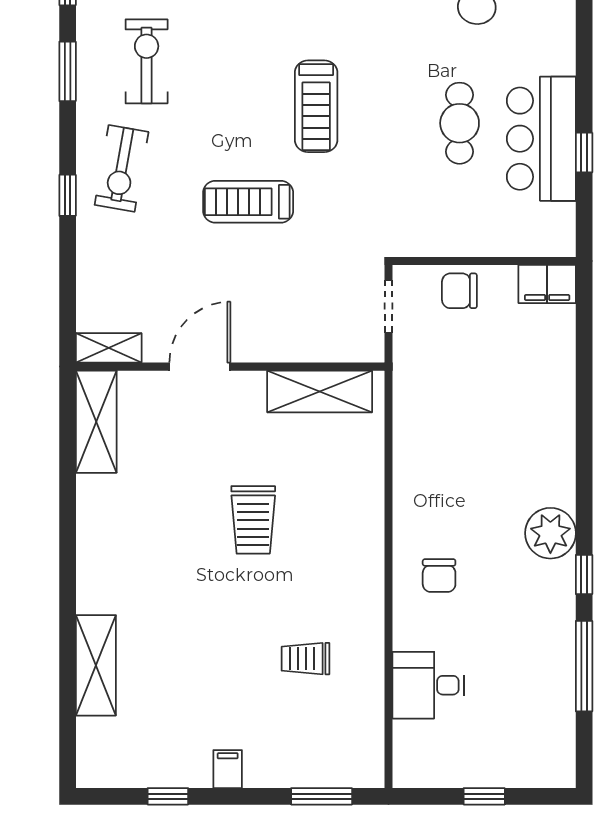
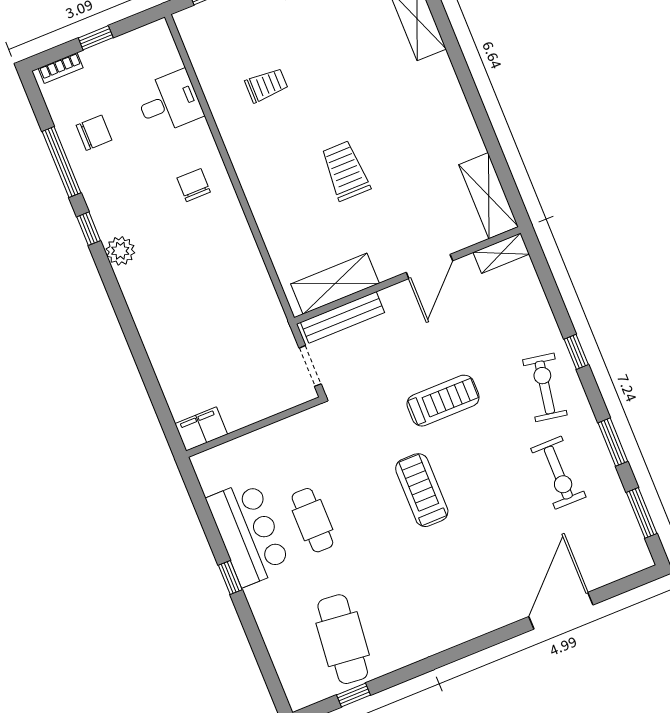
window: (584, 153) -> (230, 578), moved
chair: (459, 291) -> (94, 133), moved
bench: (327, 348) -> (343, 317), added
plant: (550, 533) -> (120, 251), width x0.73, depth x0.73
bookcase: (540, 777) -> (61, 68), added

